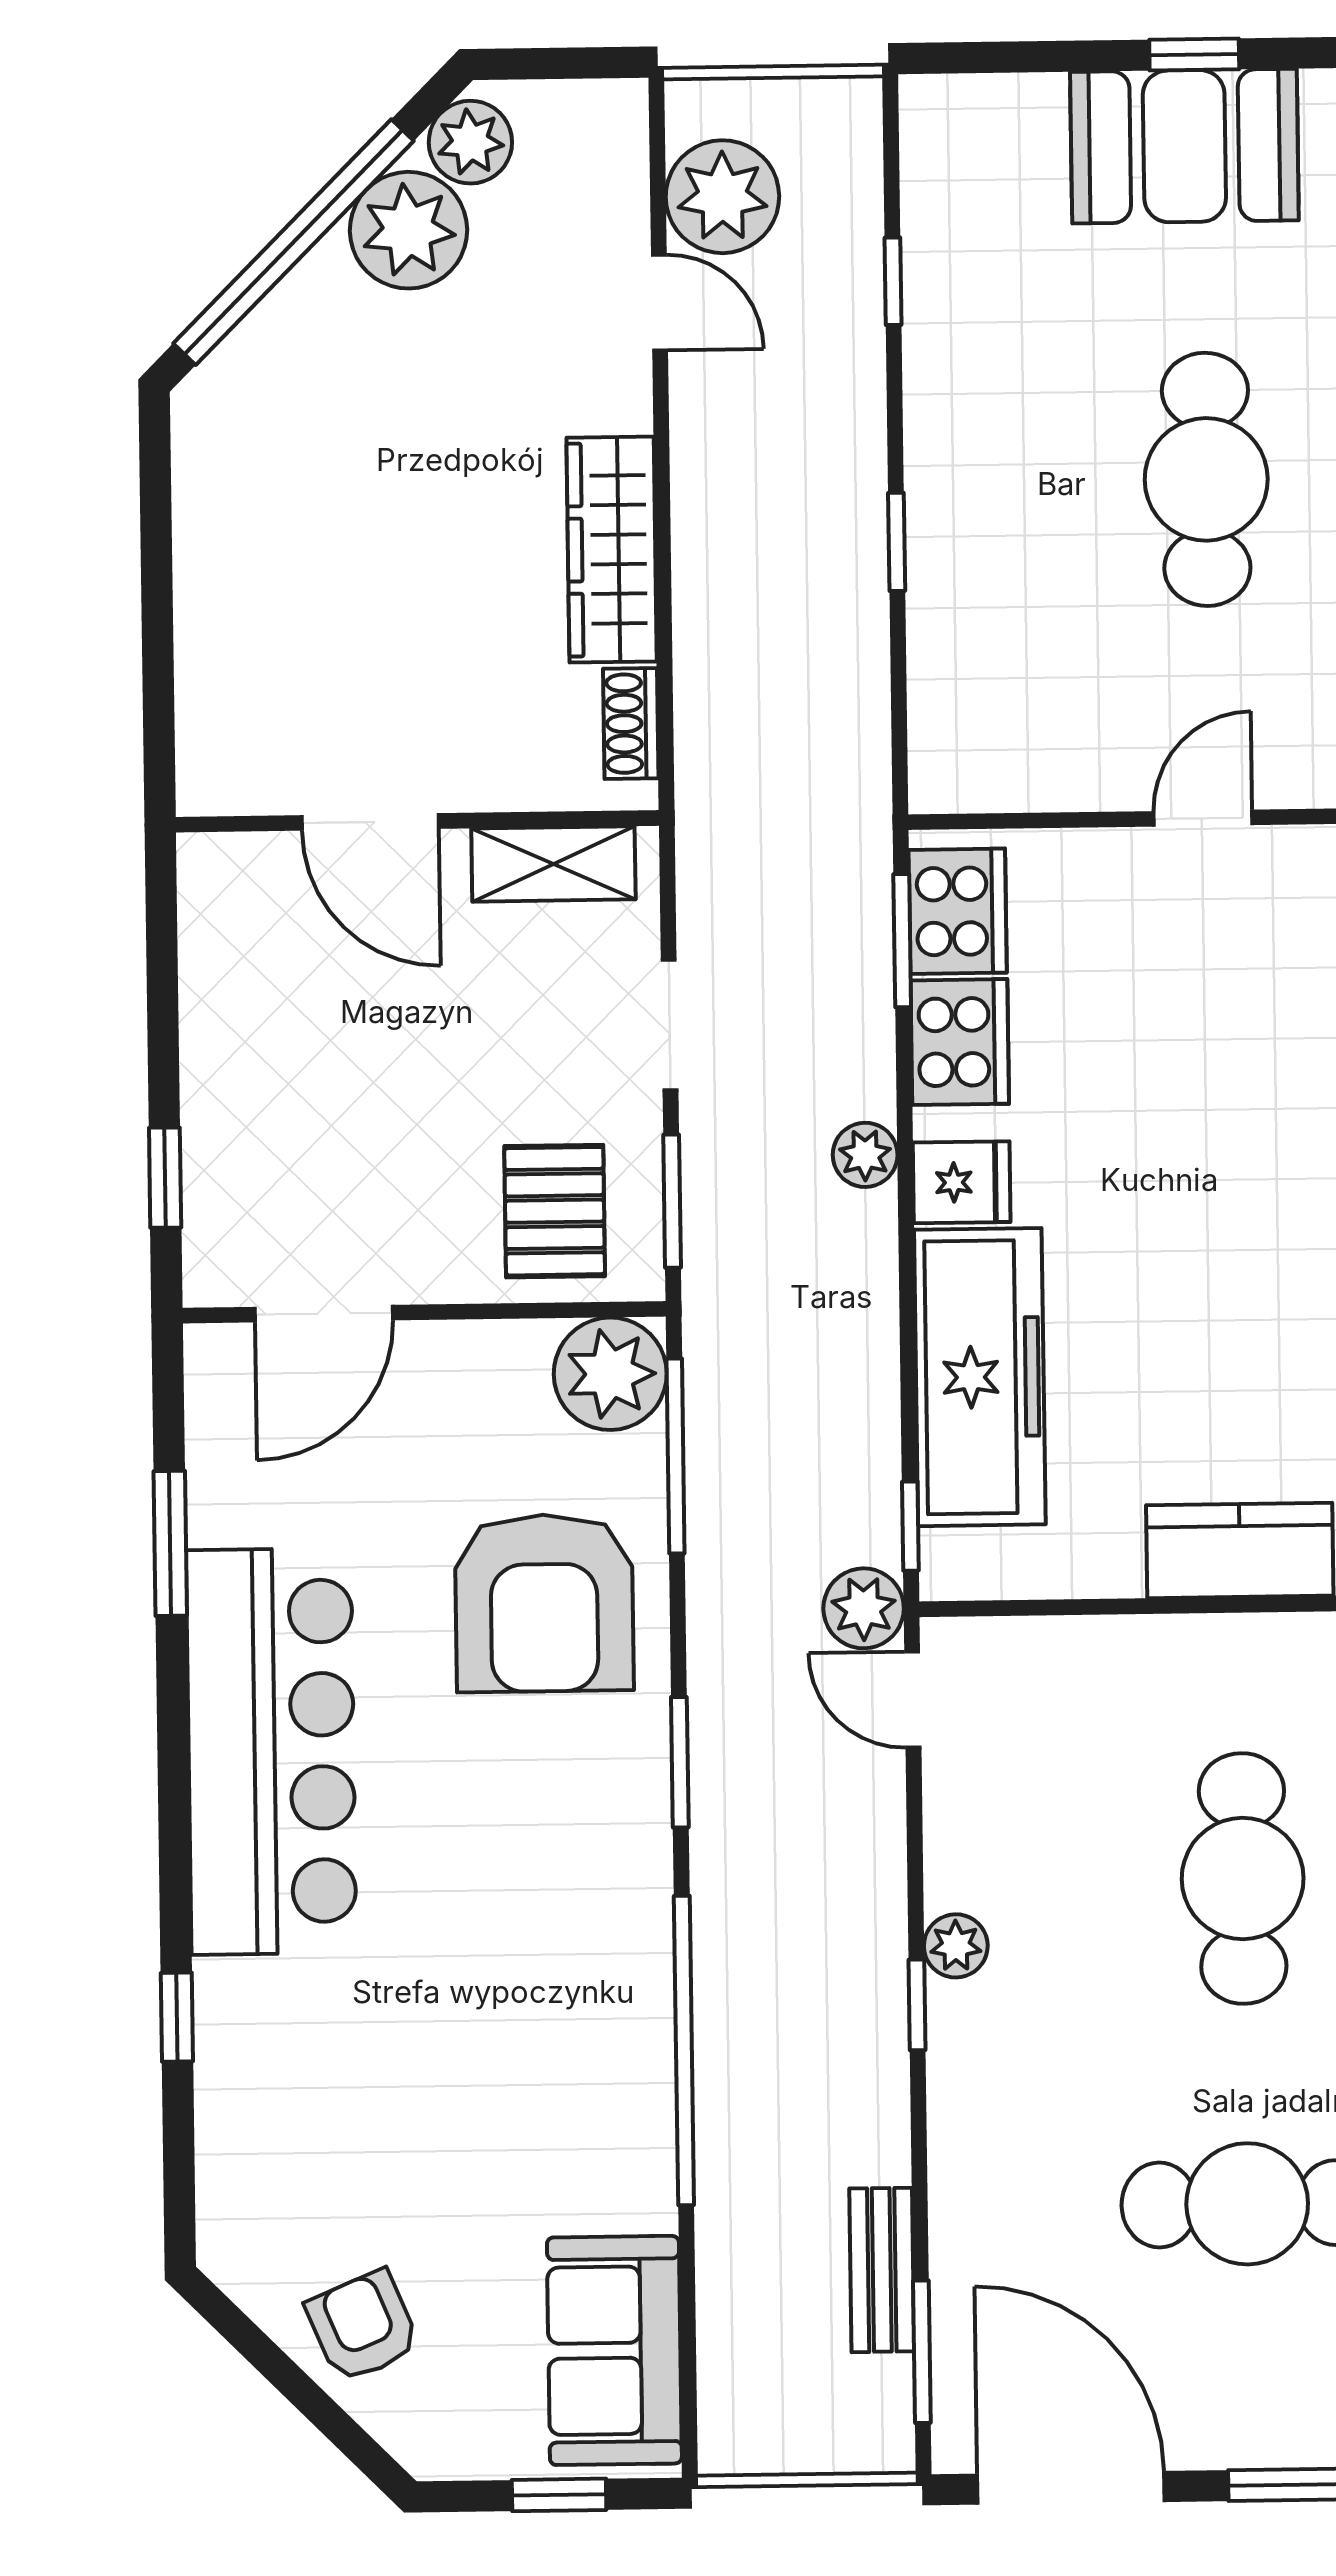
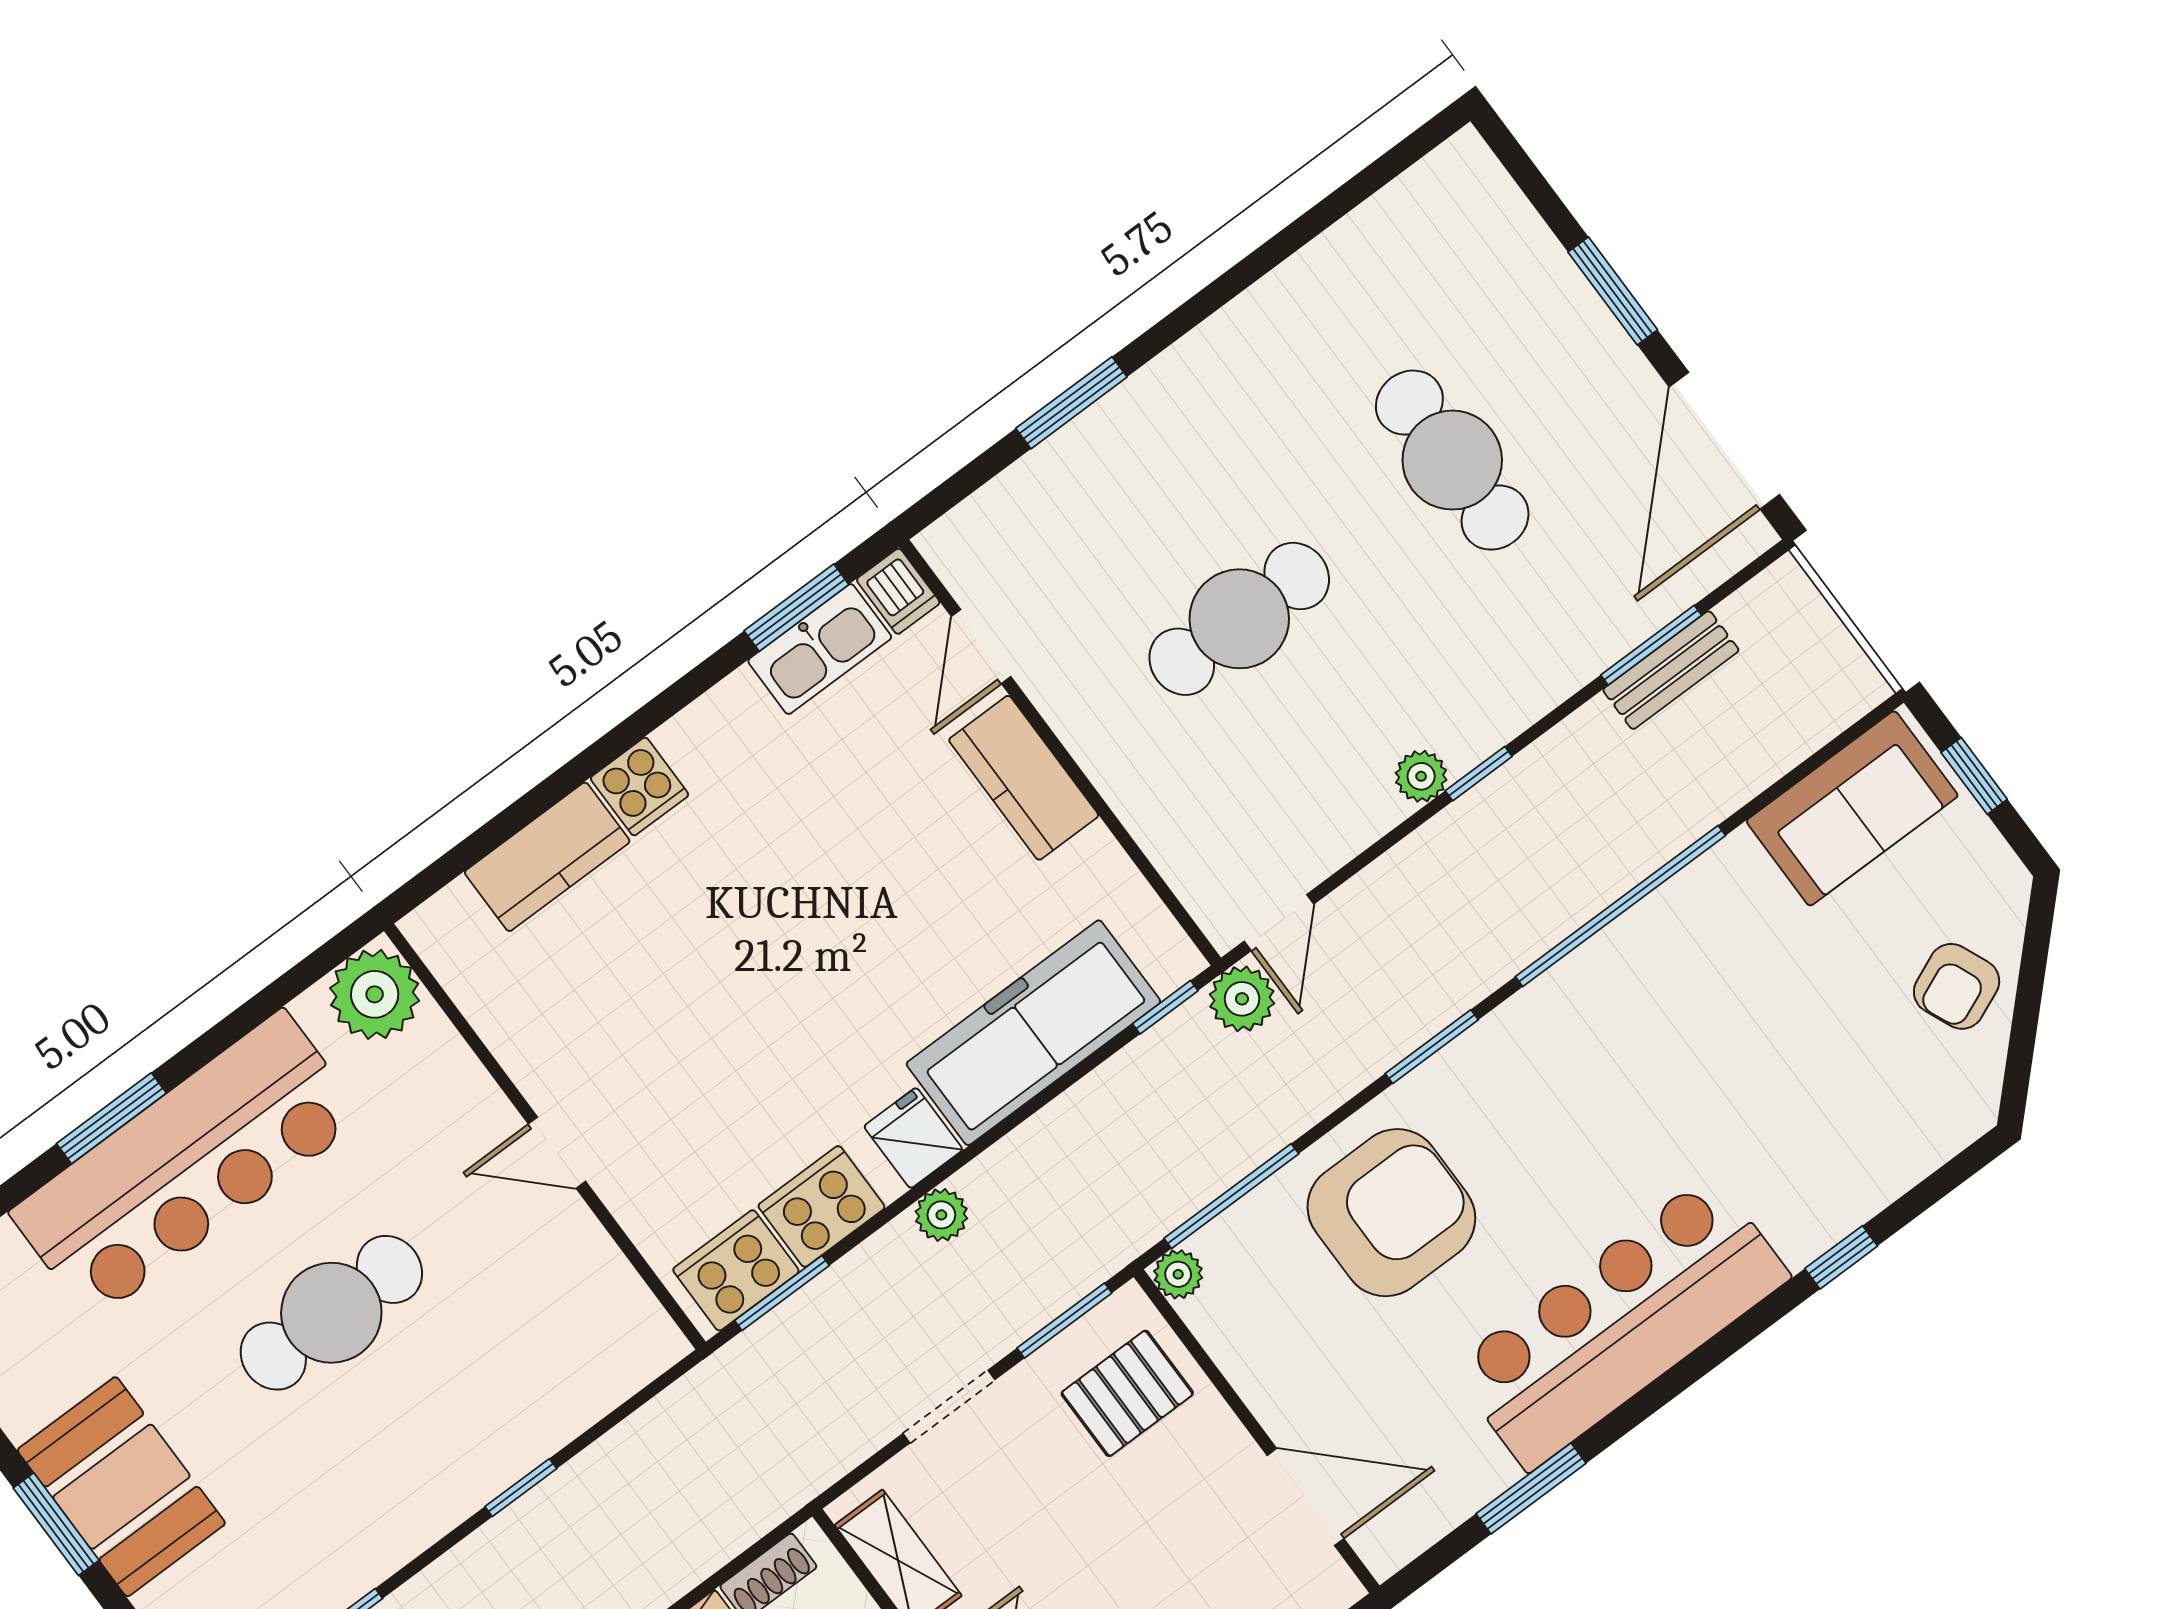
window: (1194, 54) -> (56, 1524), width x1.50
plant: (610, 1374) -> (1178, 1274), width x0.53, depth x0.53
window: (922, 2352) -> (1651, 645), moved

